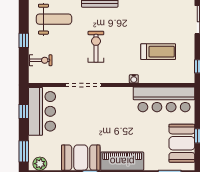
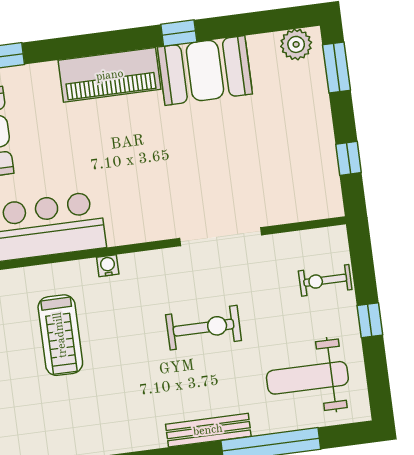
exercise bike: (96, 47) -> (204, 328), turned -90
treadmill: (158, 52) -> (60, 335), turned -90
bar counter: (42, 111) -> (307, 164), removed

